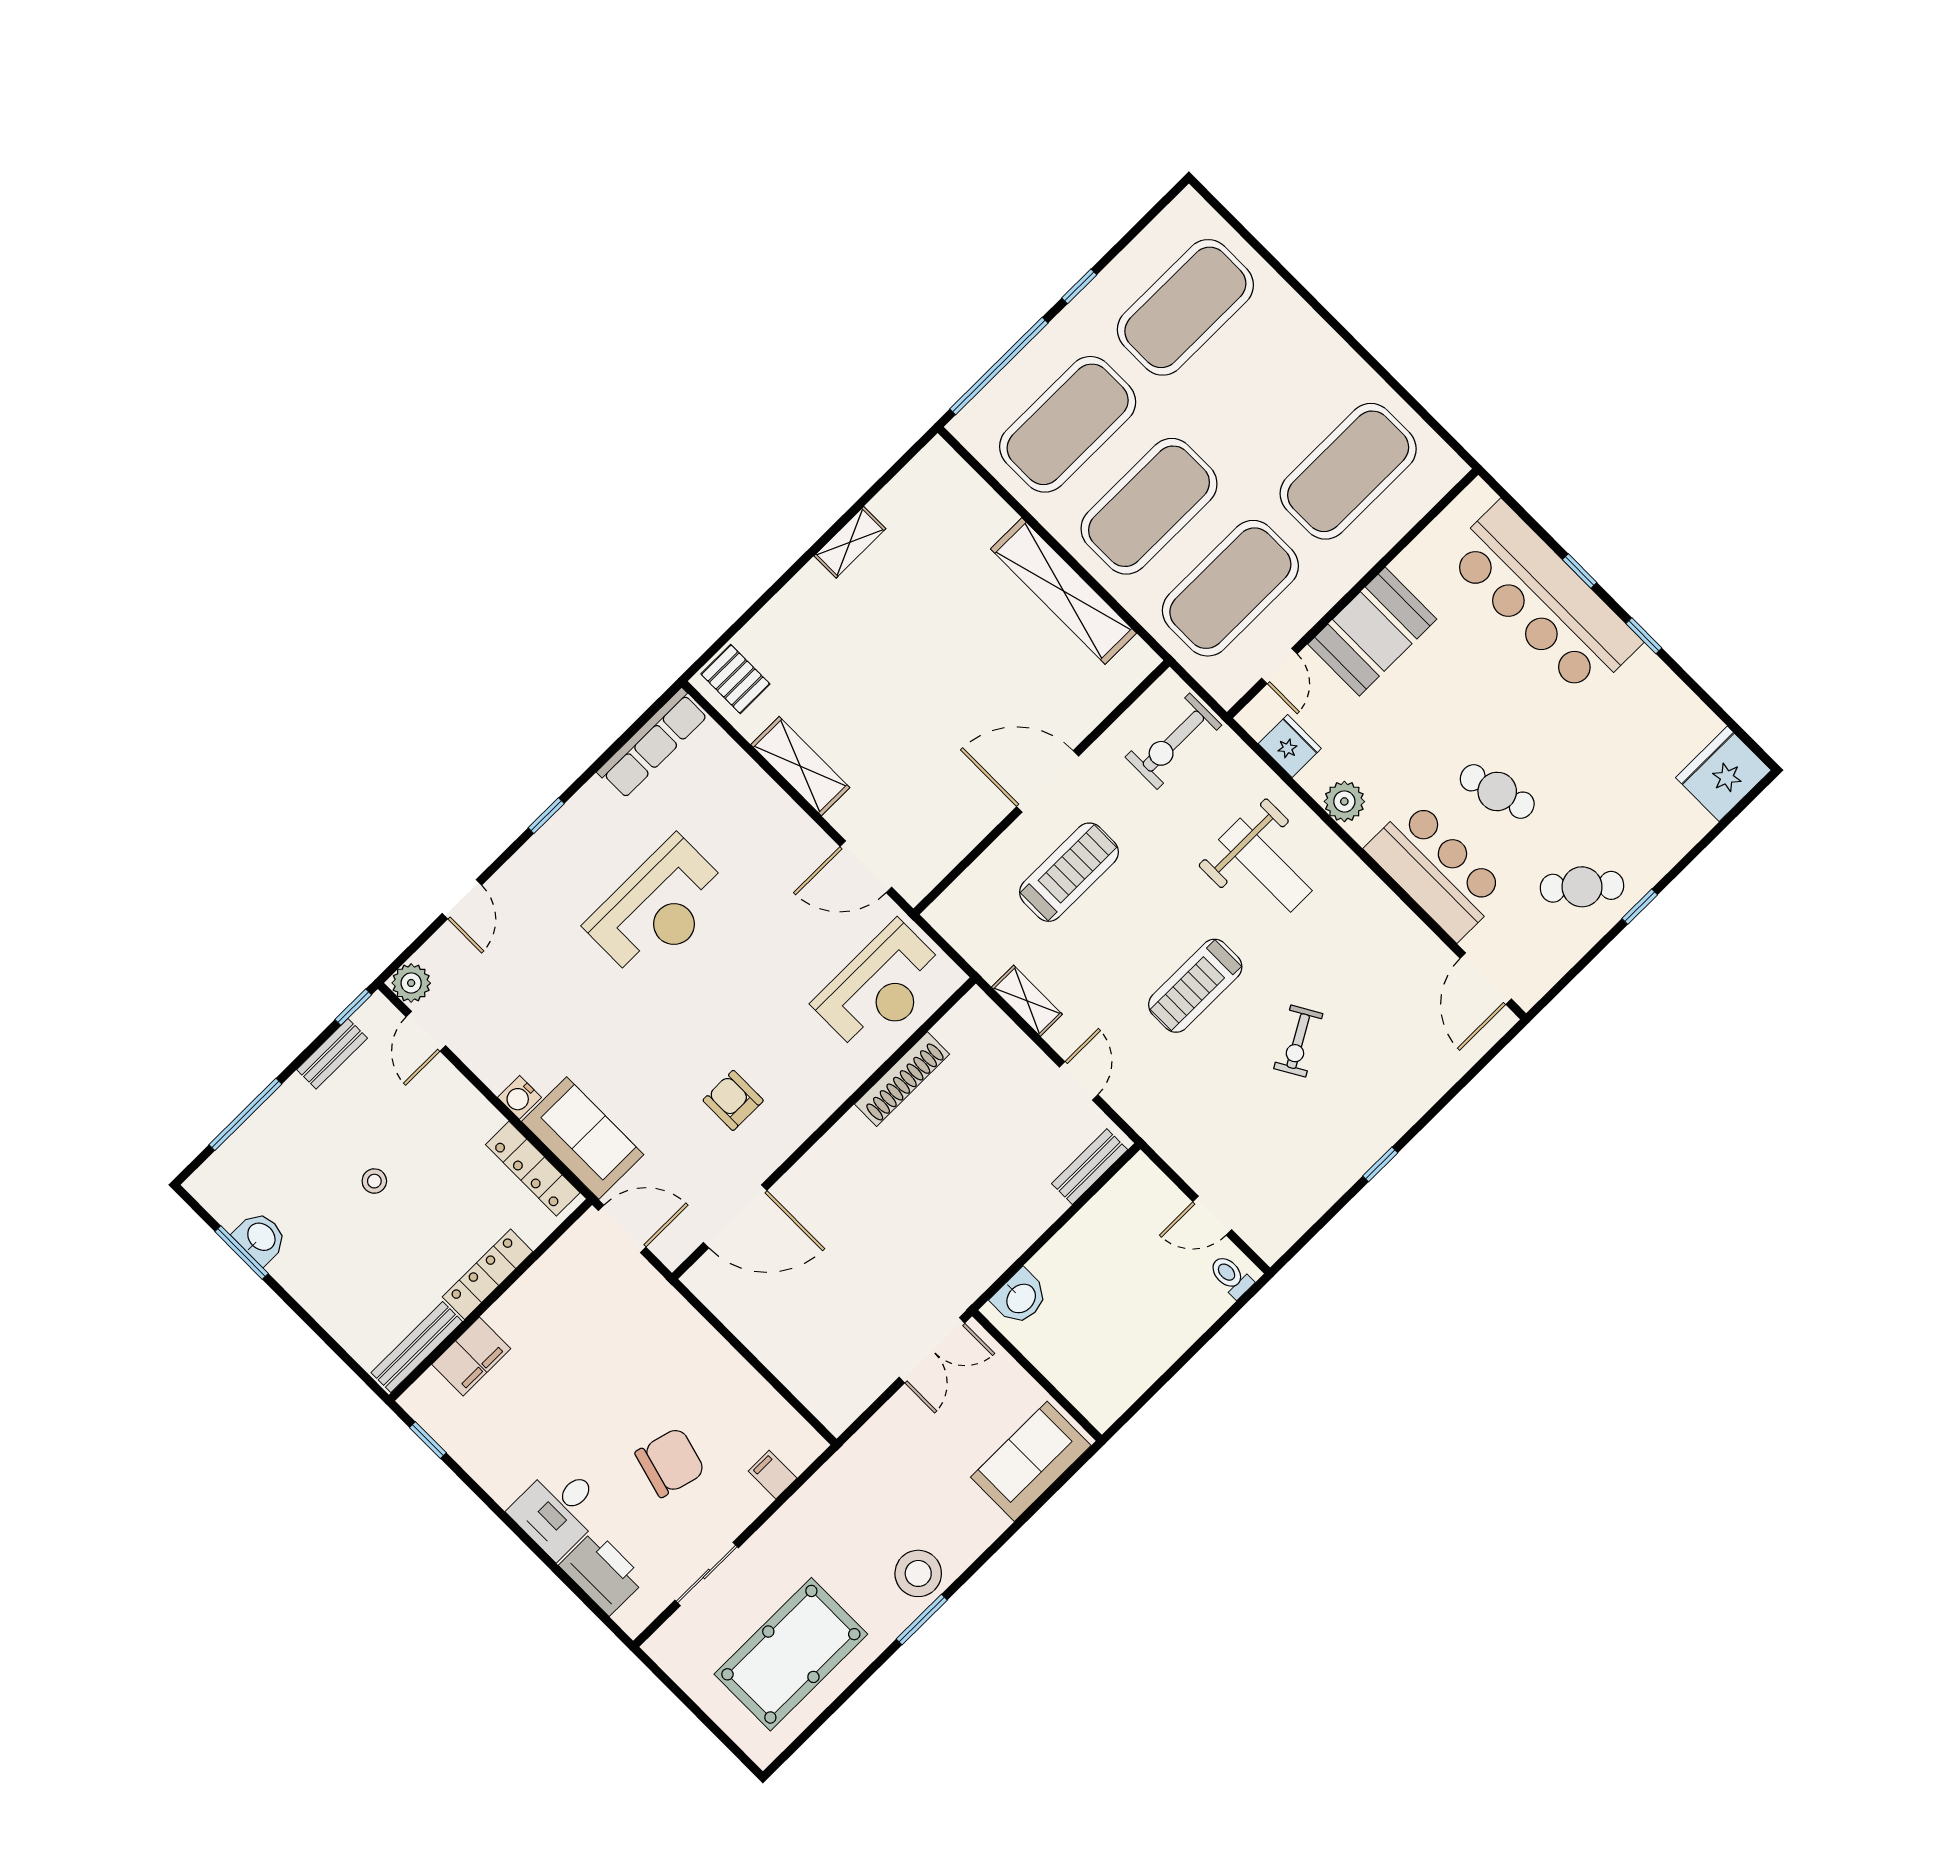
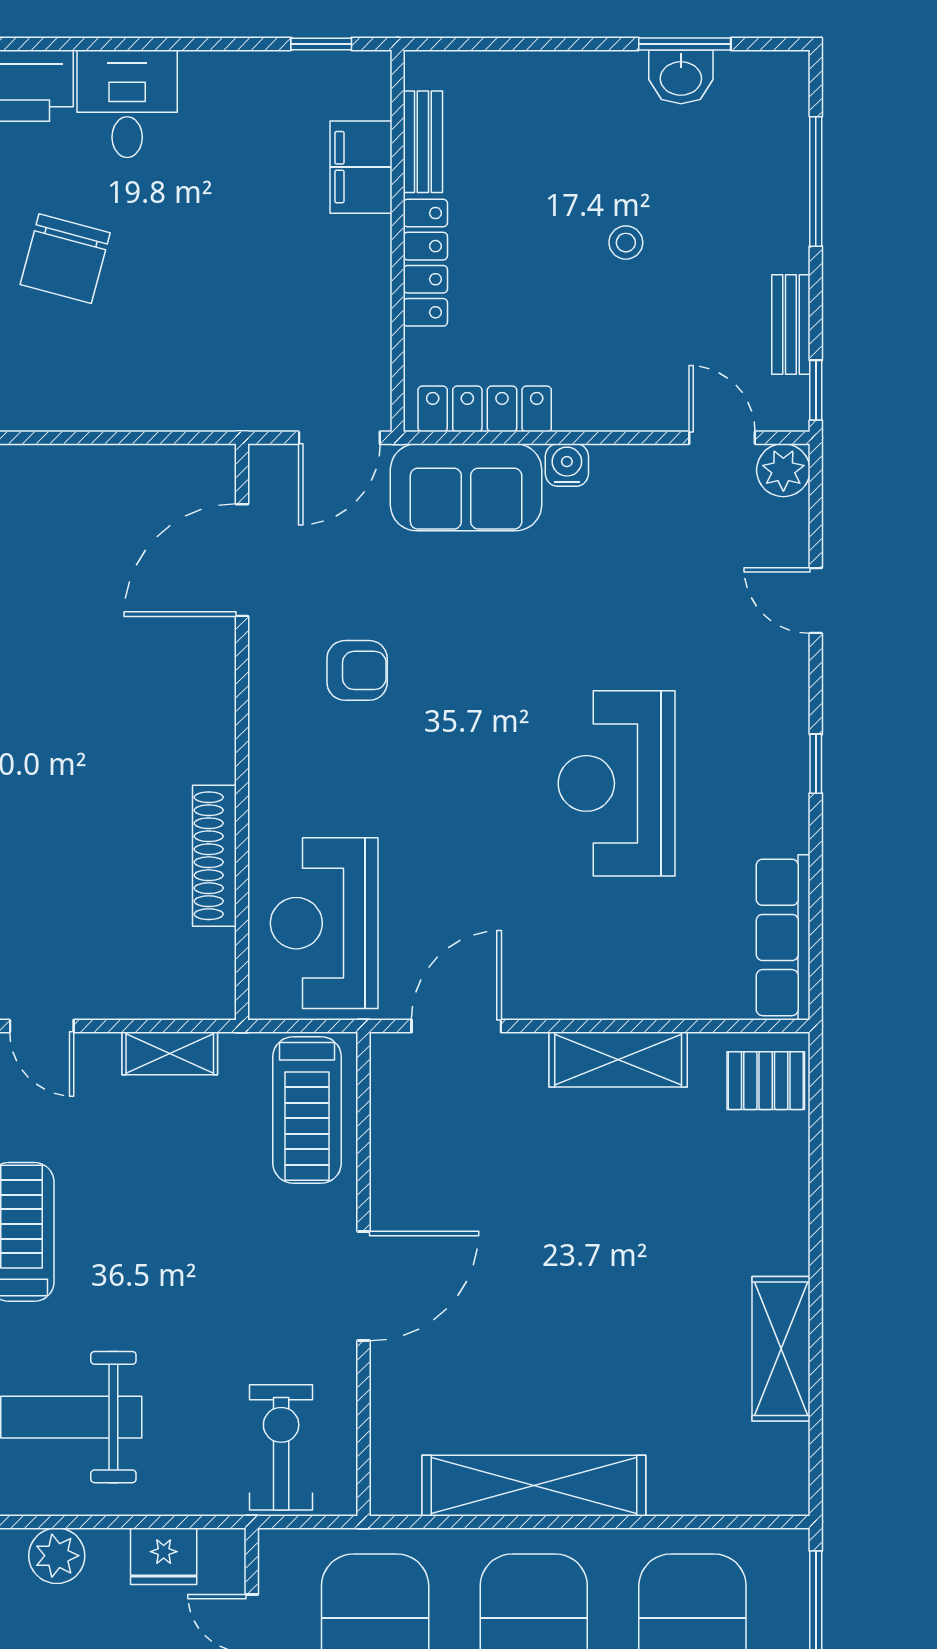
shelving: (850, 542) -> (781, 1349), width x1.50, depth x1.33
treadmill: (1069, 872) -> (307, 1110), moved
bench: (417, 1347) -> (423, 142), width x0.73

